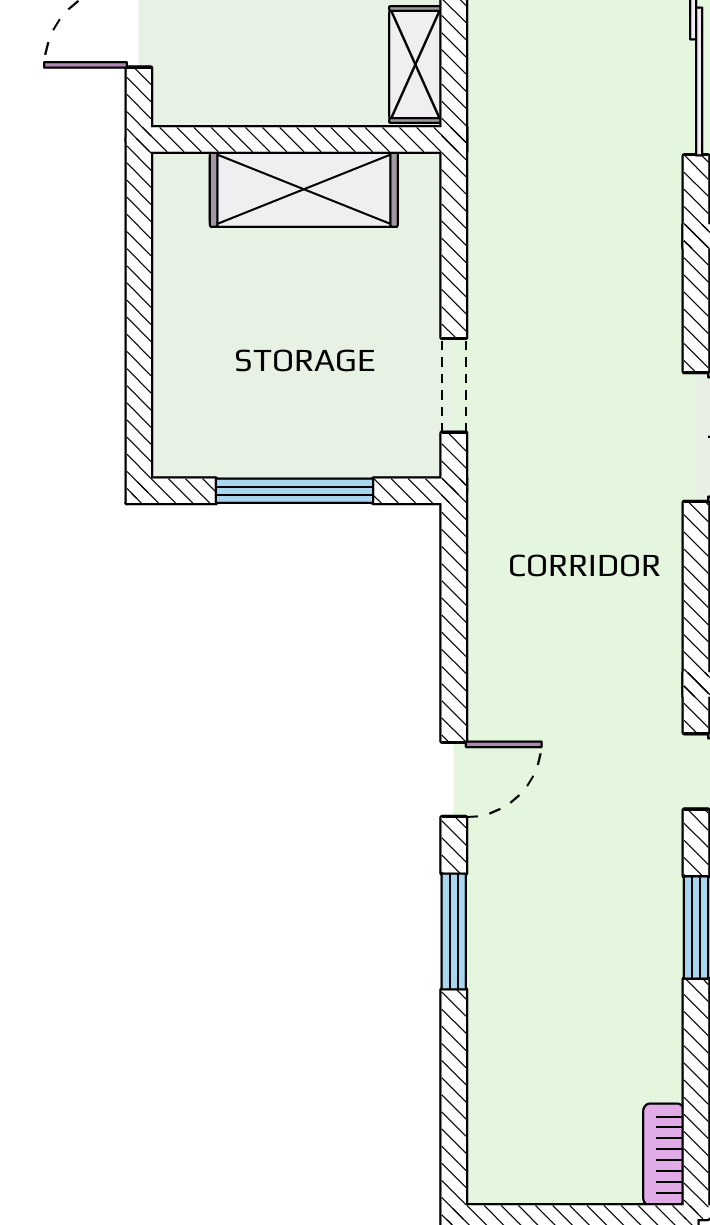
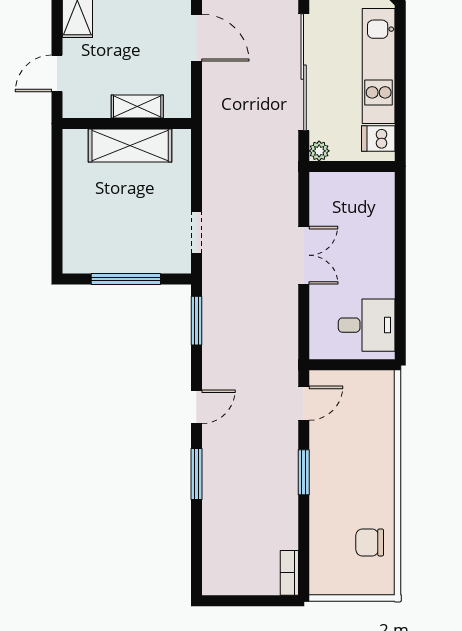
shelving: (415, 64) -> (137, 107), moved, turned 90
window: (454, 585) -> (196, 321), added

